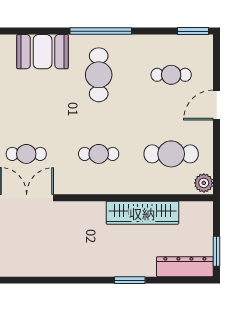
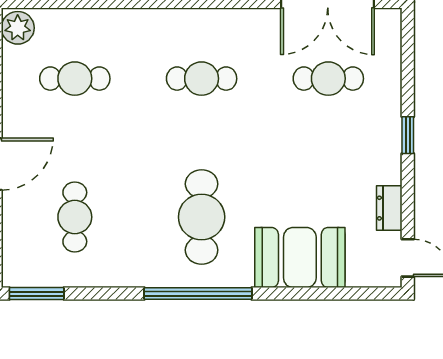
cafe table: (171, 75) -> (75, 217), turned 90
cafe table: (171, 154) -> (75, 79), width x0.73, depth x0.74

